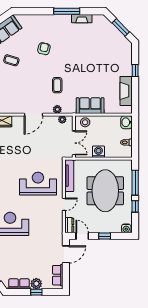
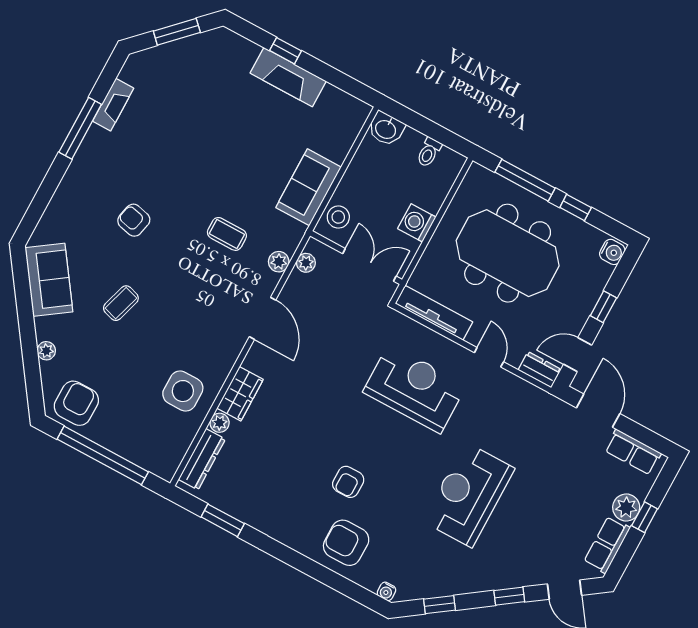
fireplace: (126, 91) -> (288, 77), moved
reception desk: (38, 184) -> (415, 389), turned 90

